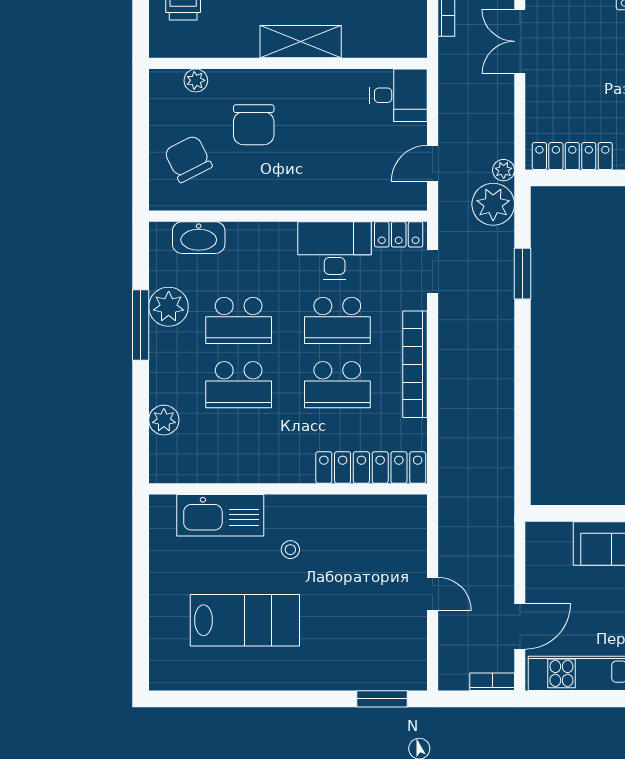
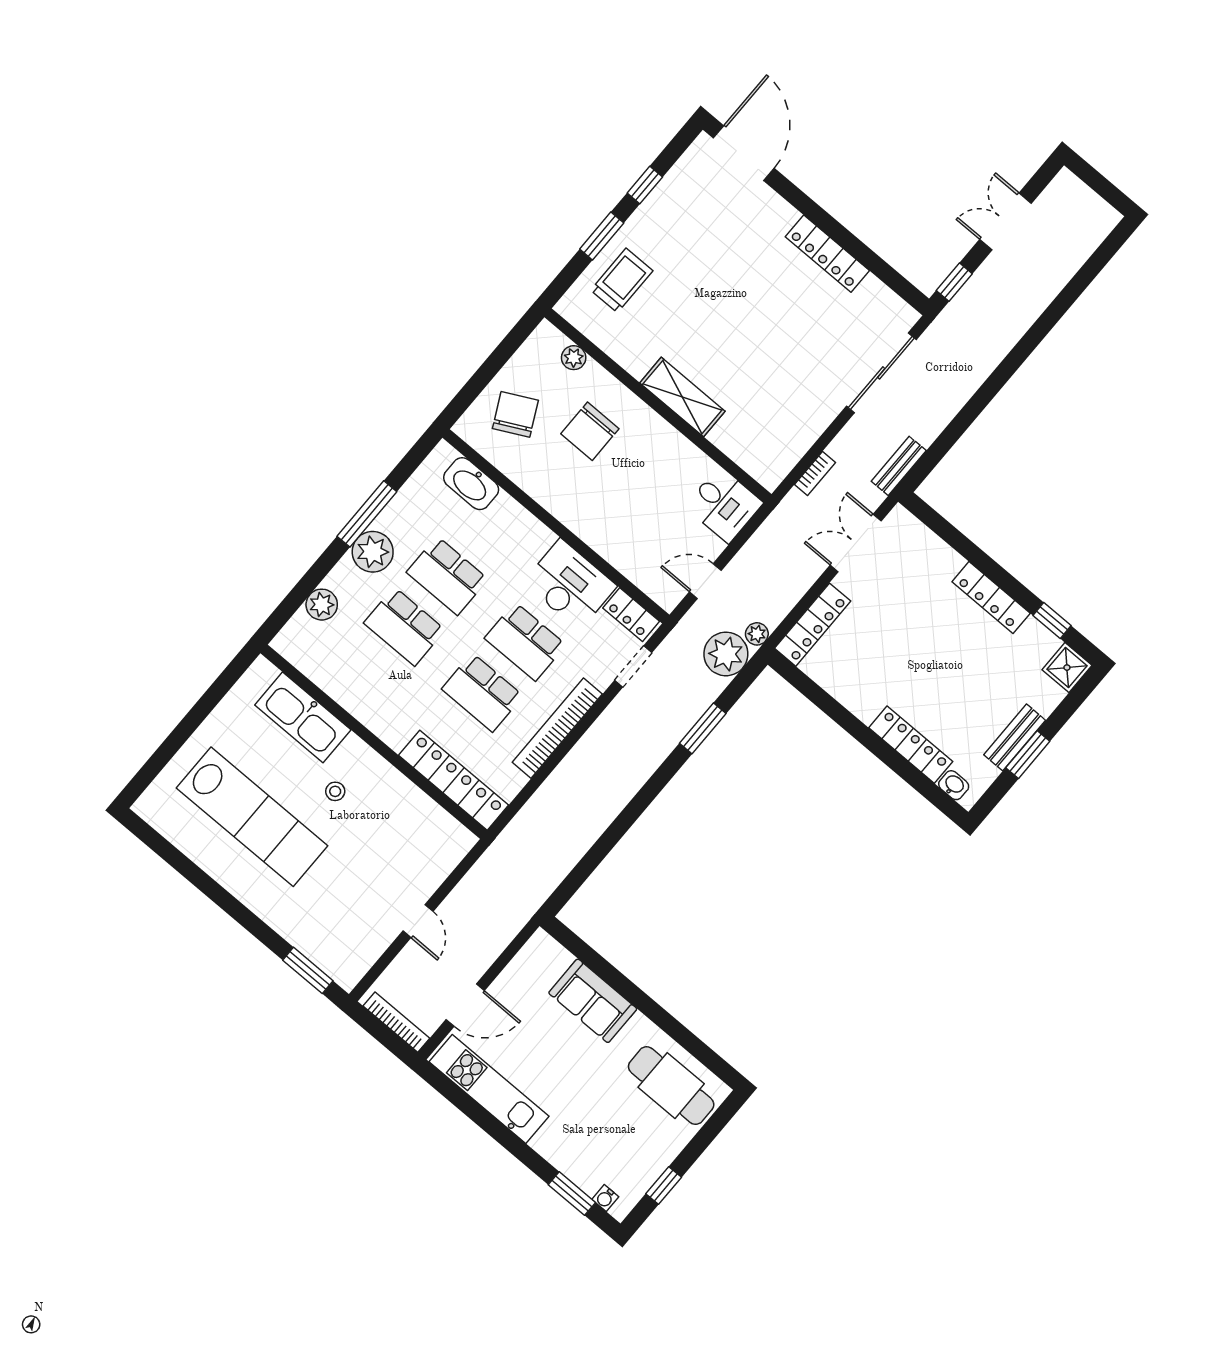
locker: (572, 156) -> (813, 625), moved, turned 90
plant: (169, 307) -> (373, 552), moved
lab bench: (245, 620) -> (252, 817), width x1.36
bookcase: (492, 682) -> (396, 1022), width x1.56

